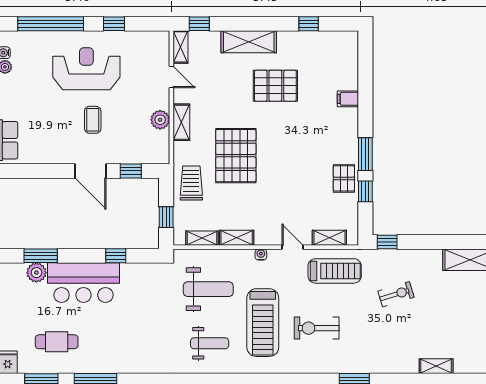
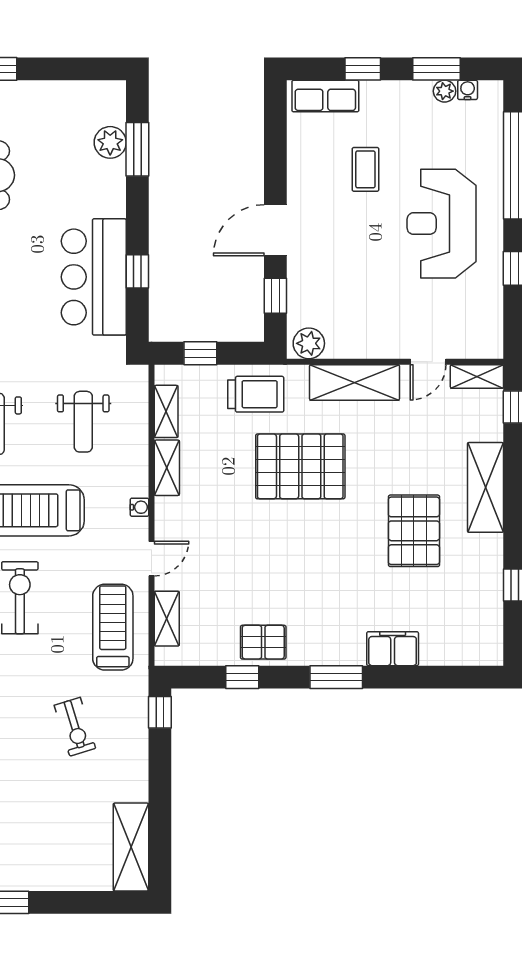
reception desk: (86, 69) -> (441, 224), turned 180
filing cabinet: (348, 99) -> (393, 649), width x2.00
coffee table: (93, 120) -> (365, 169), moved, turned 90
plant: (160, 120) -> (309, 343), moved
shelving: (181, 122) -> (355, 382), width x1.50, depth x1.33
window: (365, 154) -> (336, 677), moved
treadmill: (335, 271) -> (113, 627), turned 180
bar counter: (83, 283) -> (94, 277), moved
weight bench: (208, 289) -> (83, 422), width x0.73, depth x0.75

